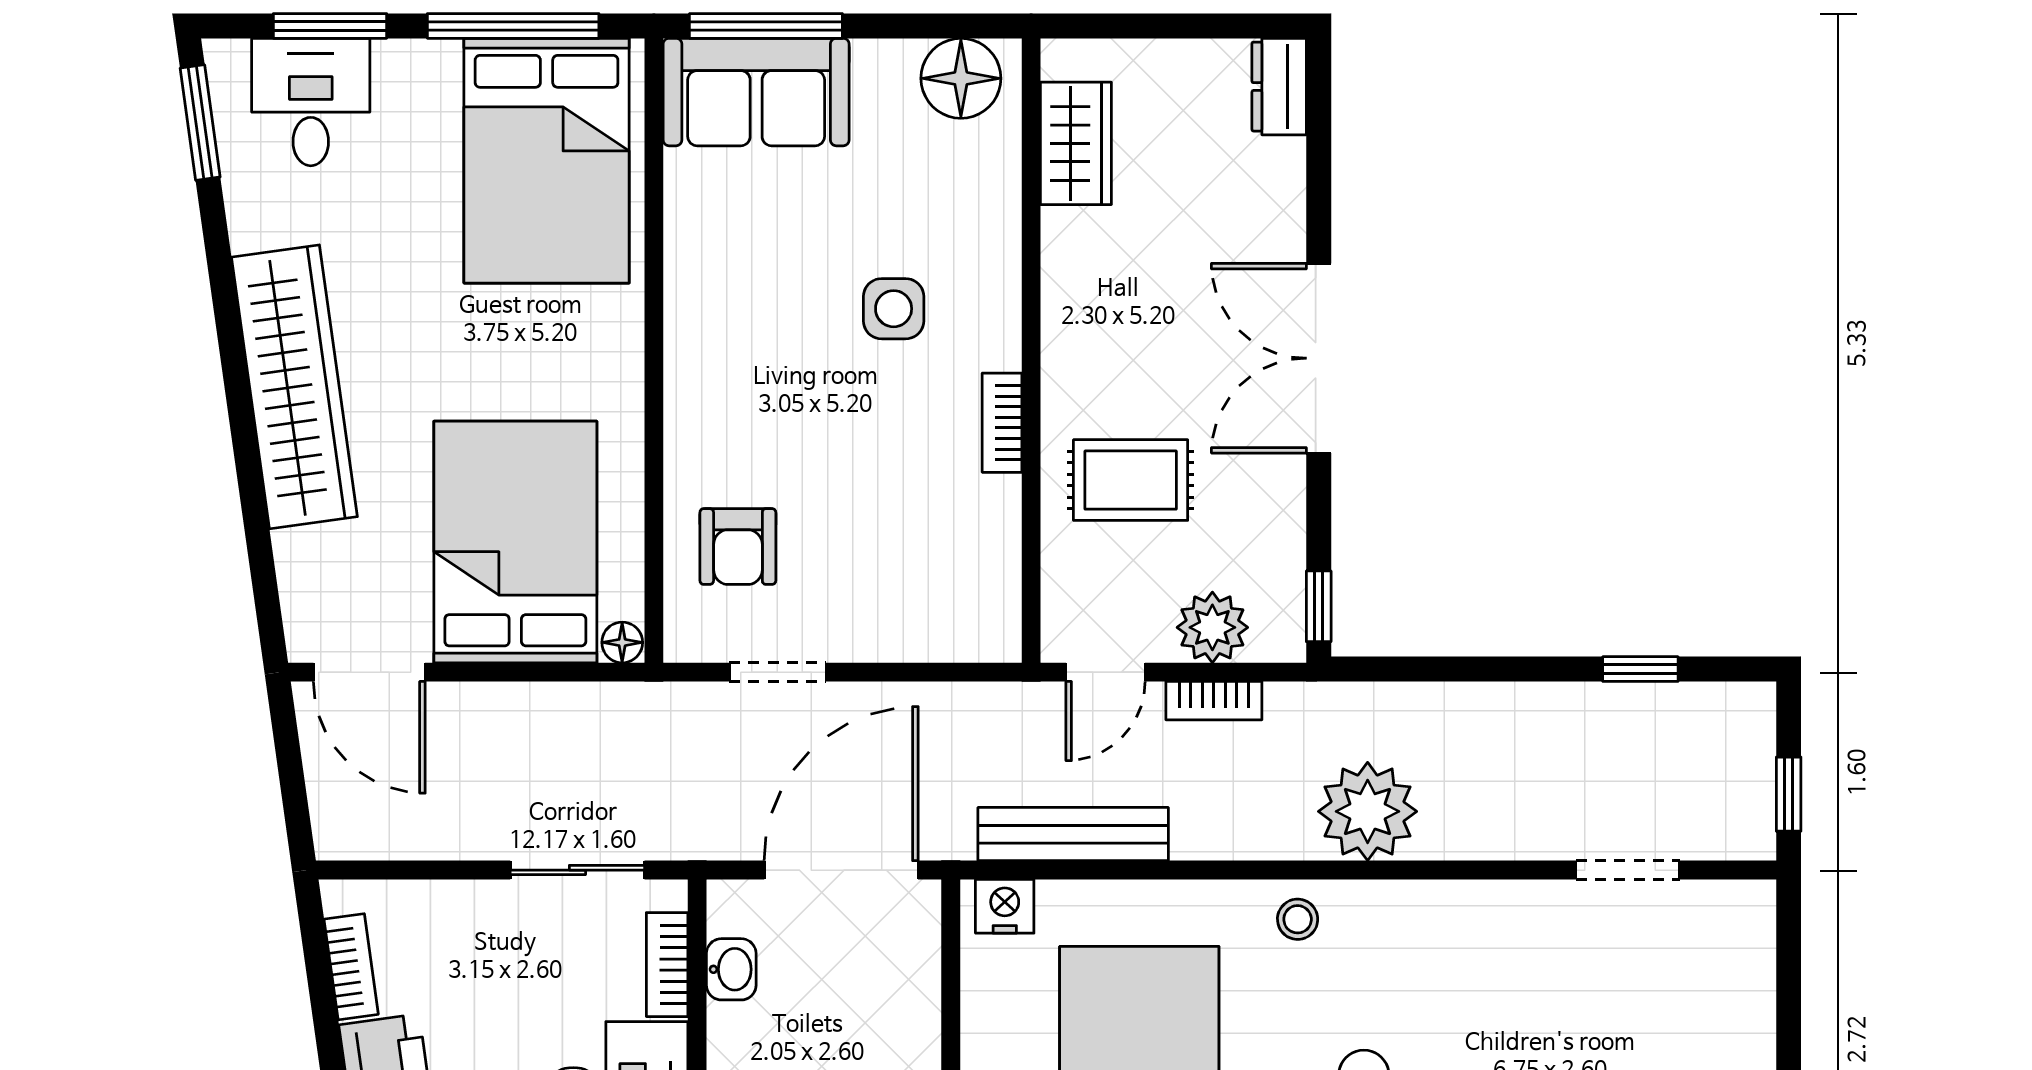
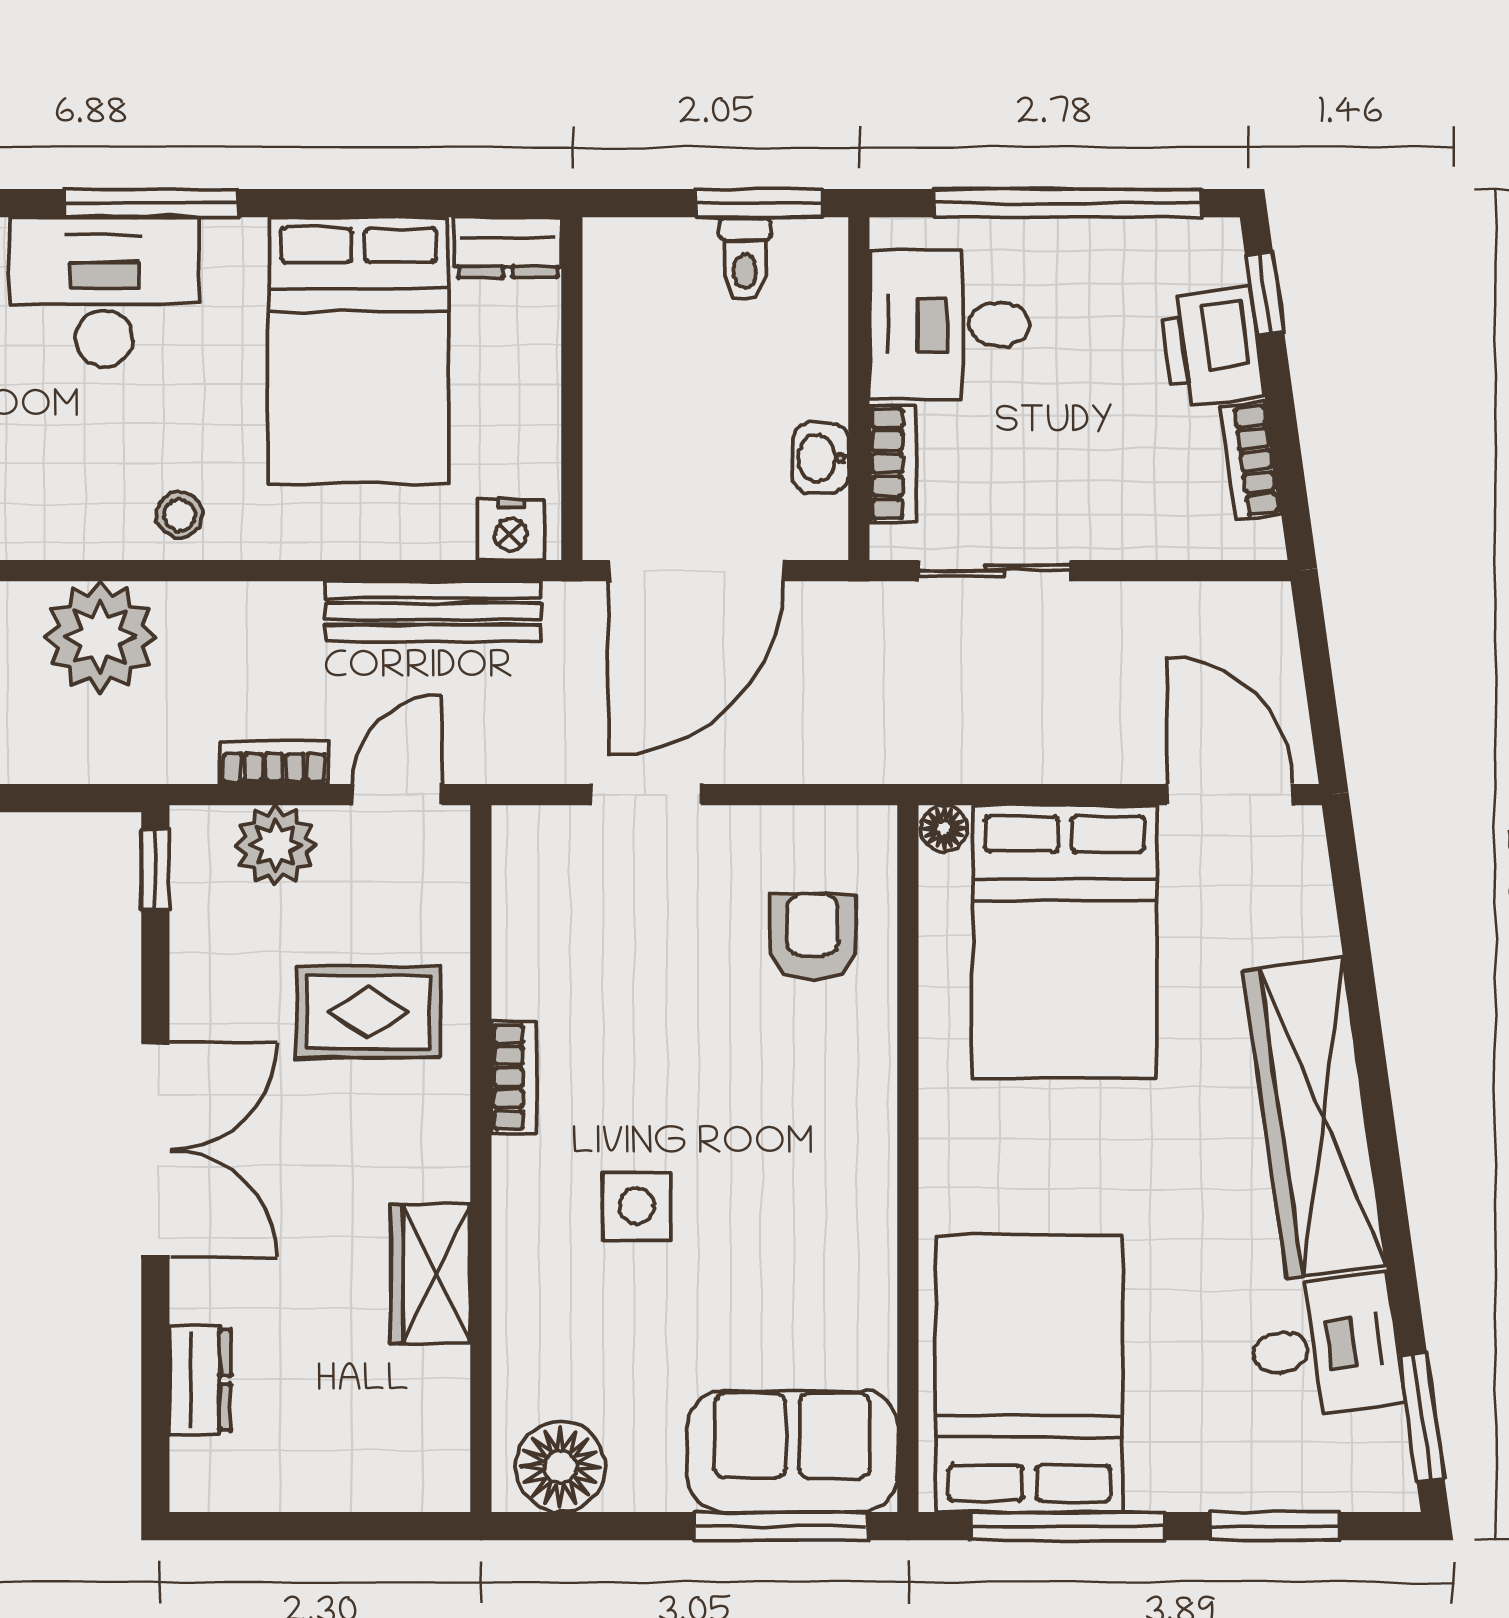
dresser: (1279, 87) -> (200, 1380), moved
desk: (311, 102) -> (1325, 1346), moved, turned -98
wardrobe: (1076, 143) -> (430, 1274), moved
doorway: (778, 672) -> (646, 795), moved

